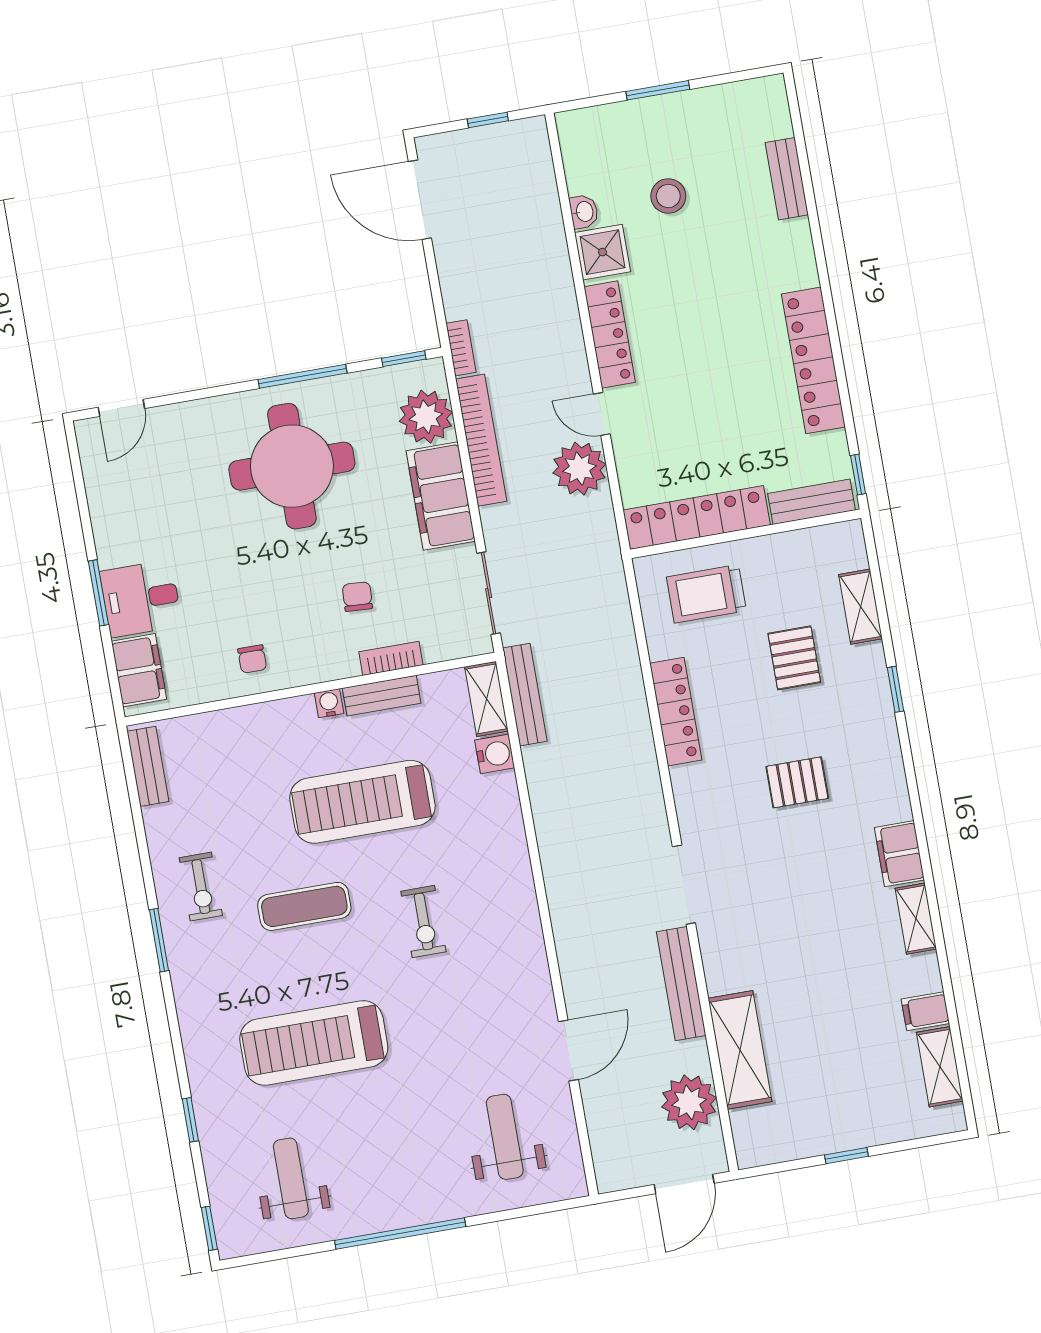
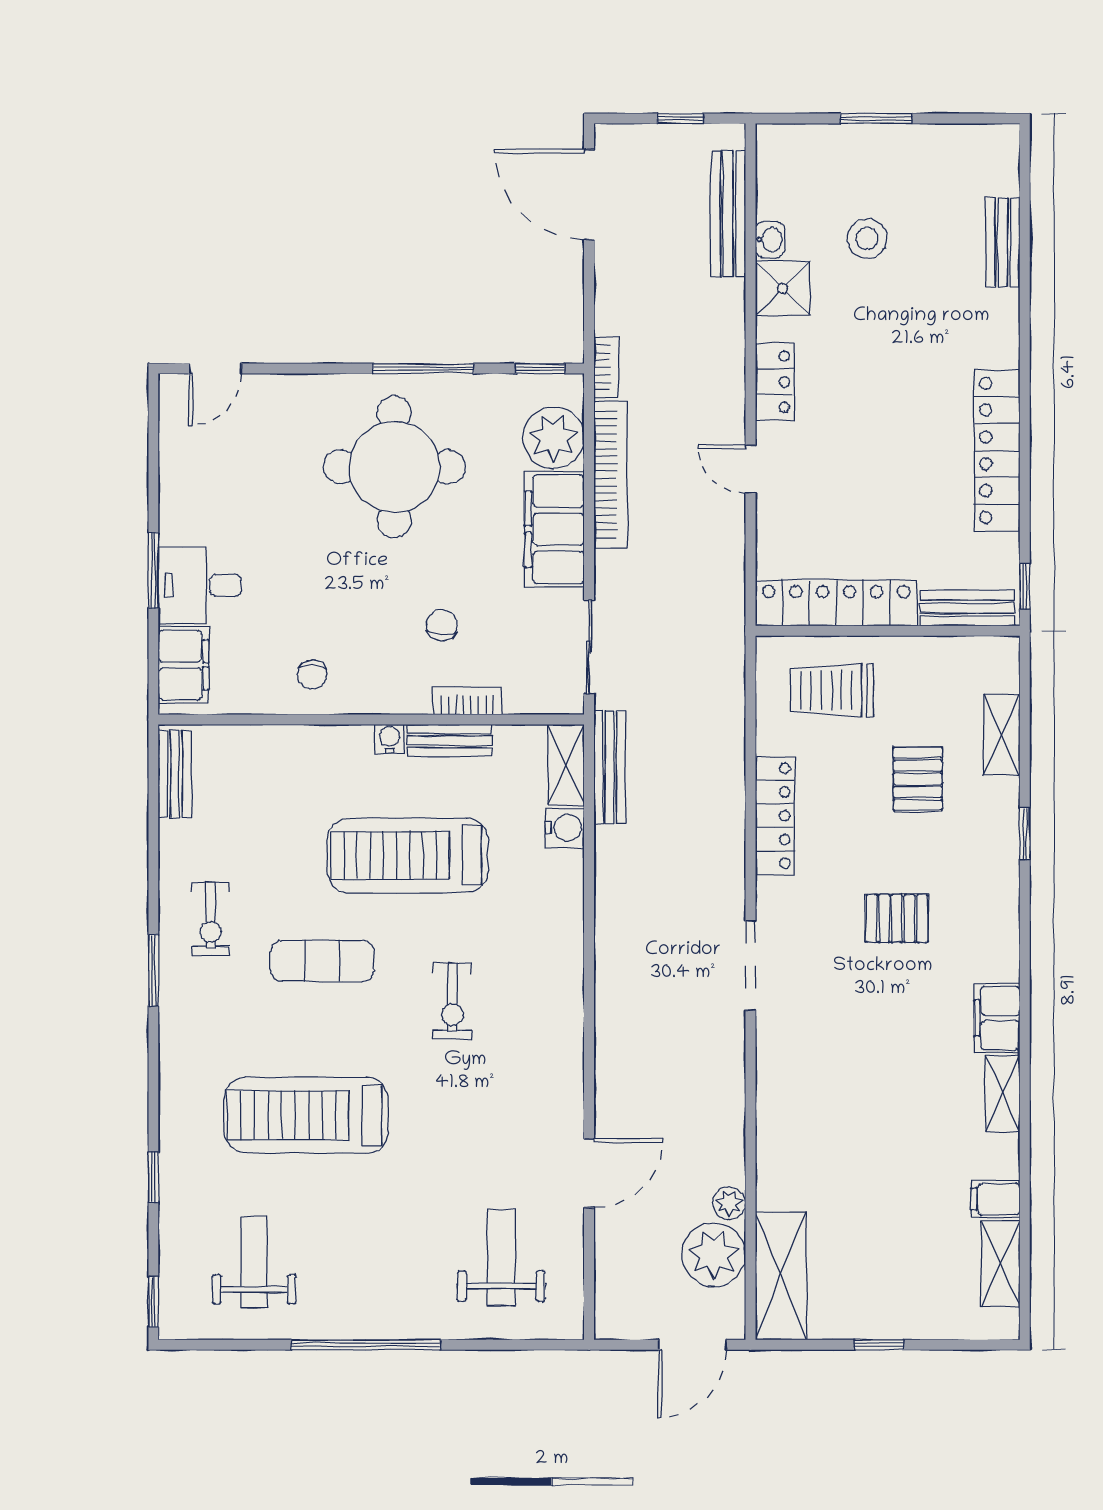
locker: (610, 335) -> (775, 382), width x0.66
plant: (579, 469) -> (729, 1203), moved, width x0.53, depth x0.53
doorway: (684, 885) -> (750, 966), moved
bench: (681, 984) -> (728, 214), moved
shelving: (740, 1050) -> (781, 1276), moved

